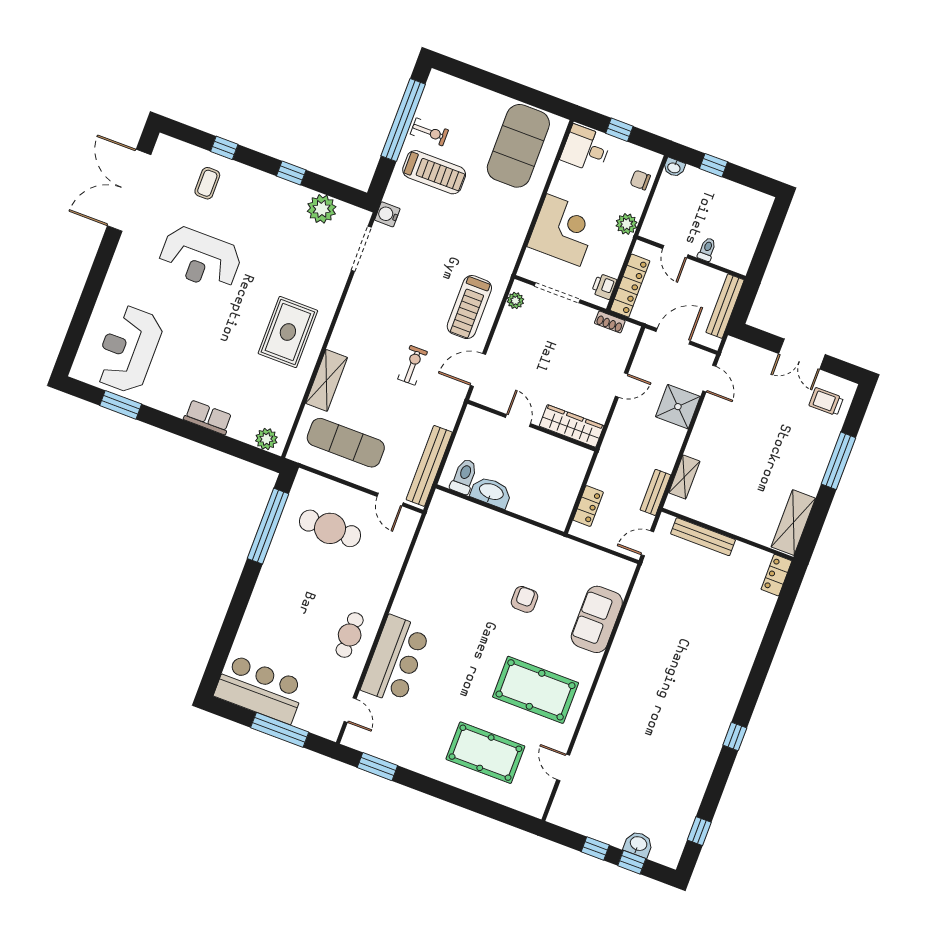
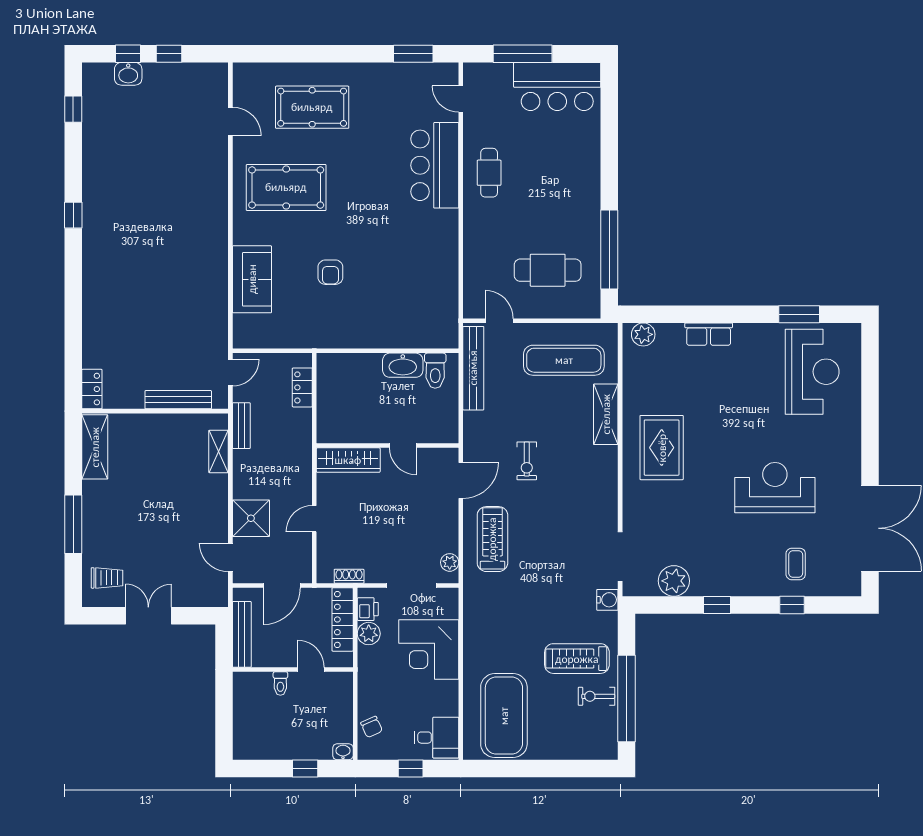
chair: (640, 180) -> (372, 727), turned 66
plant: (627, 224) -> (369, 634), moved

